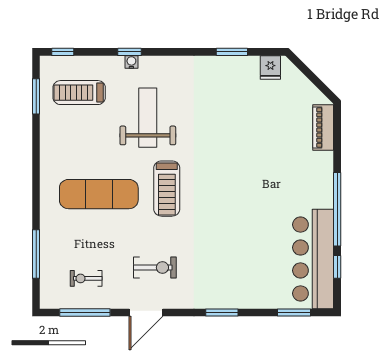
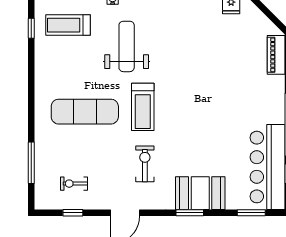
window: (36, 96) -> (31, 28), width x0.67
exercise bike: (155, 267) -> (145, 164), moved, turned -90
booth: (234, 290) -> (200, 193), added
window: (85, 313) -> (73, 213), width x0.46

